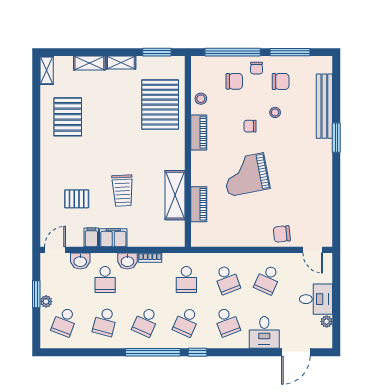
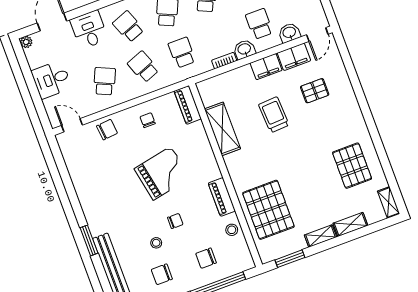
chair: (257, 68) -> (148, 120), moved
piano: (199, 204) -> (188, 105), moved
filing cabinet: (91, 237) -> (294, 57), width x2.00
plant: (327, 322) -> (26, 42), moved

